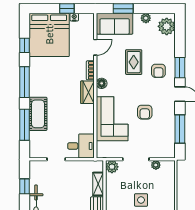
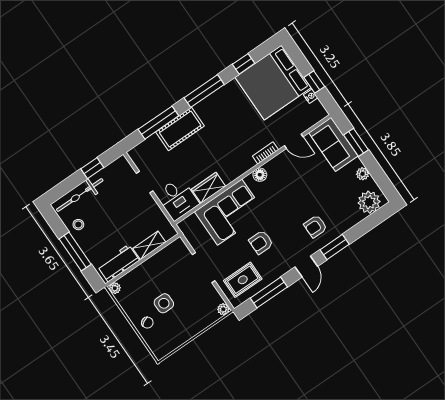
rug: (134, 62) -> (243, 280), moved
wardrobe: (87, 92) -> (209, 188), moved
plant: (156, 165) -> (223, 309), moved
plant: (112, 167) -> (178, 248), removed

